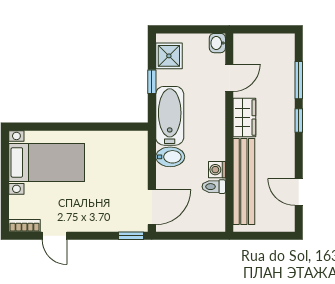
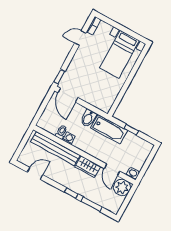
plant: (248, 48) -> (122, 187), added
shower: (169, 56) -> (140, 145), removed

